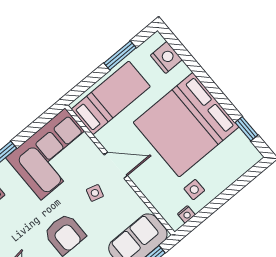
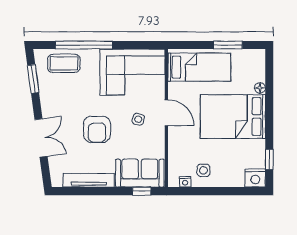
nightstand: (166, 58) -> (255, 178), moved, turned 90
floor lamp: (183, 70) -> (260, 88), added
bed: (186, 125) -> (233, 117), width x0.73

